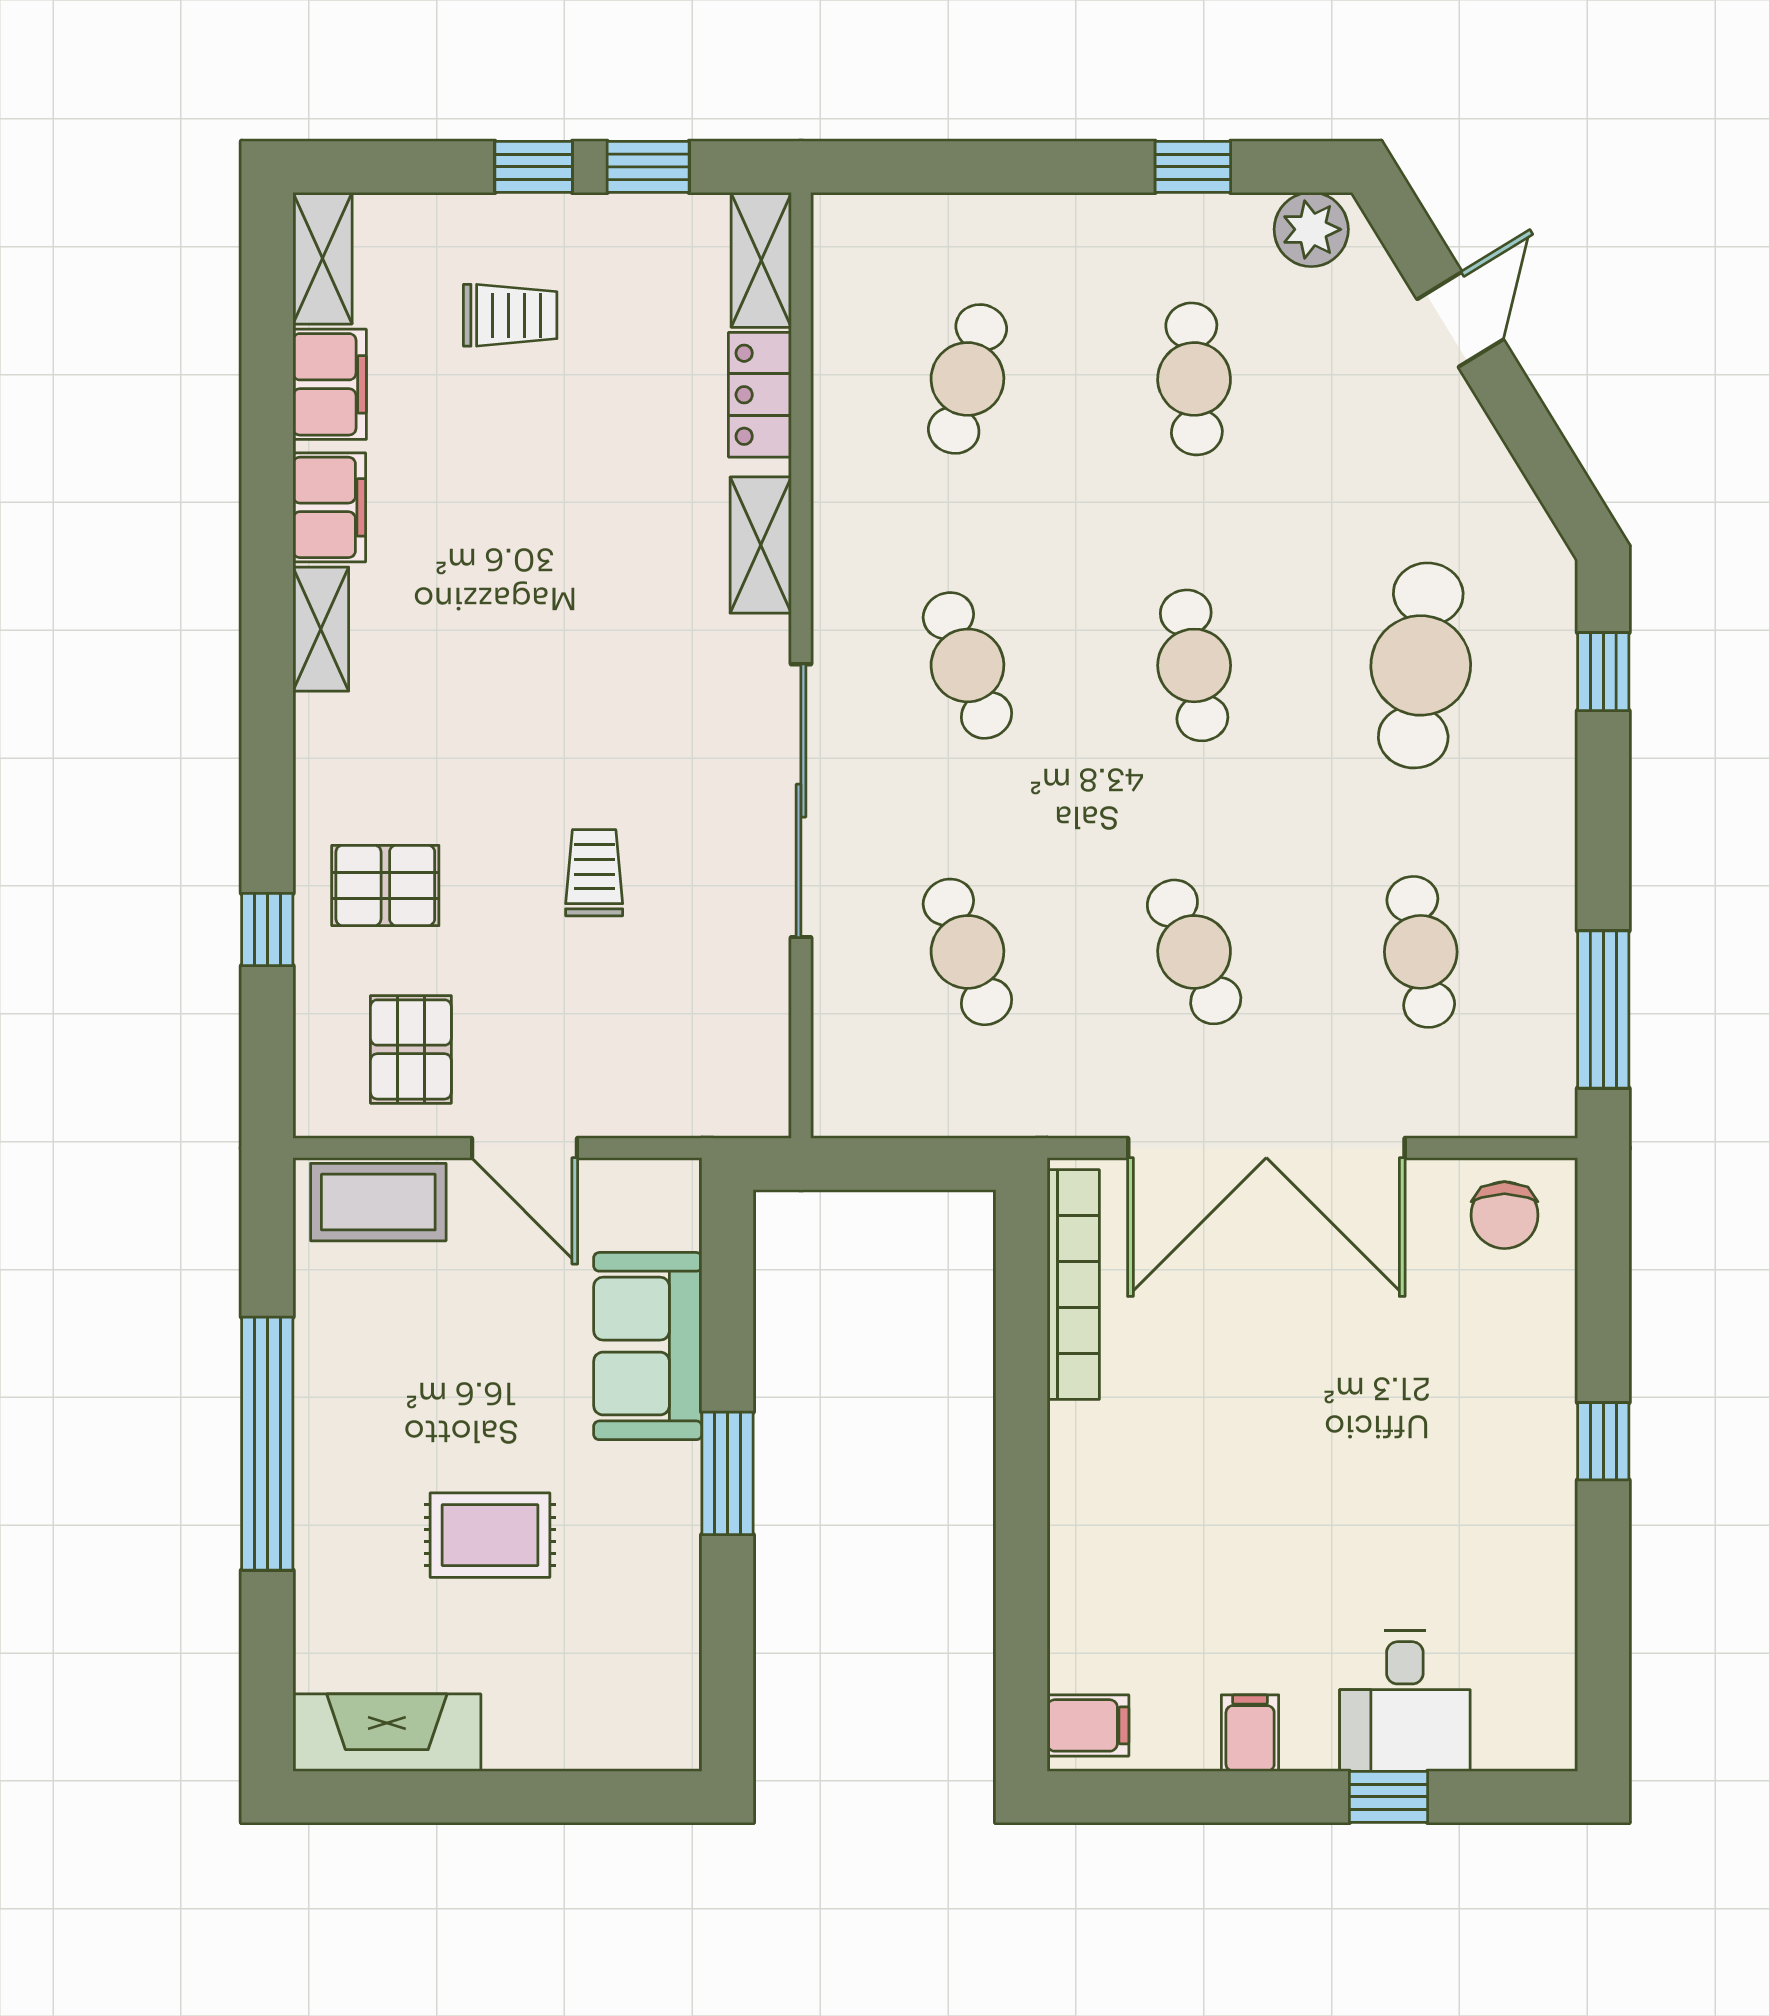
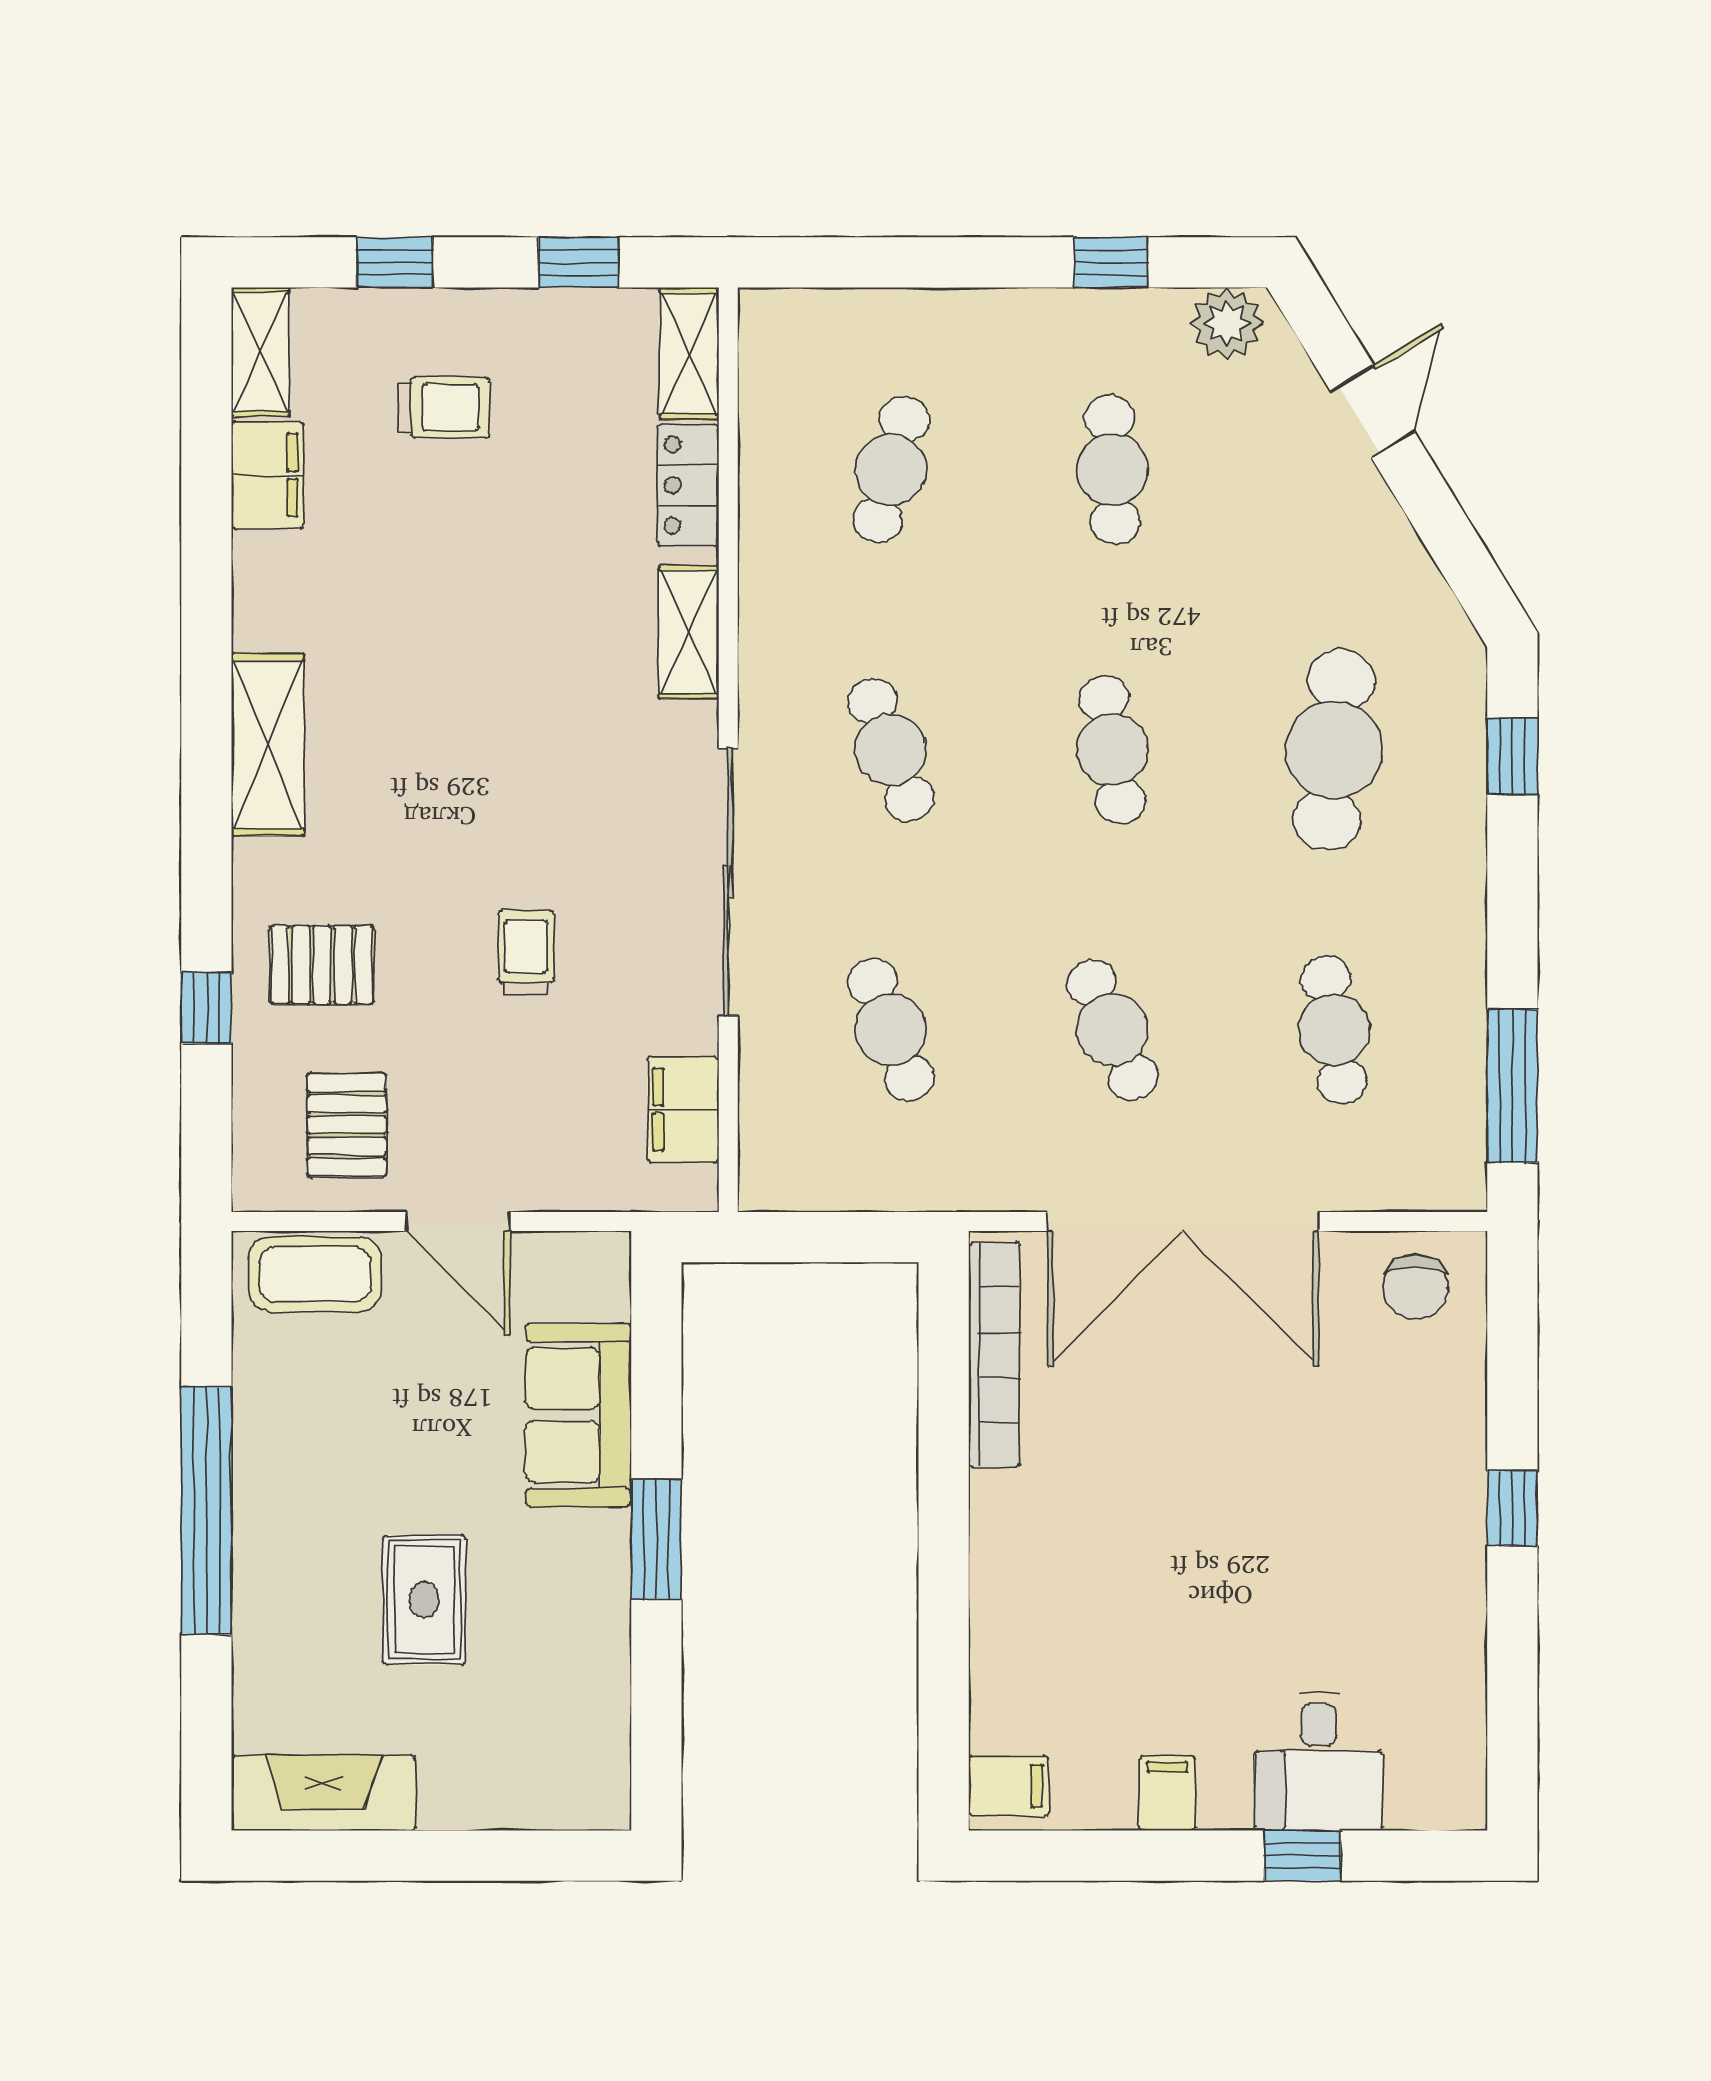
window: (534, 167) -> (395, 262), moved
filing cabinet: (329, 507) -> (683, 1109), moved, turned 180
shelving: (321, 629) -> (268, 745), width x1.50, depth x1.33
rug: (490, 1535) -> (424, 1600), turned 90

